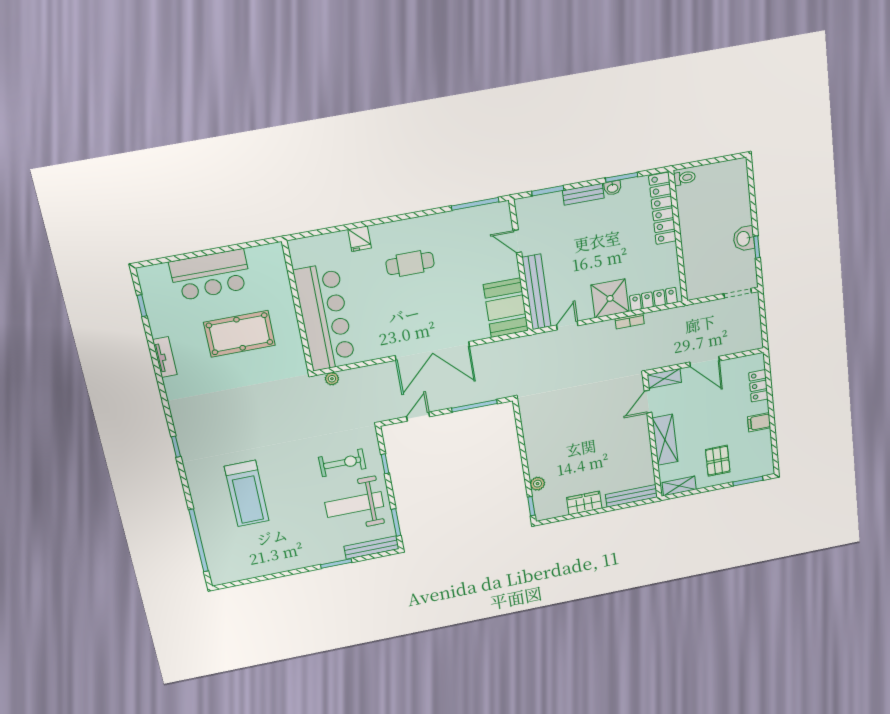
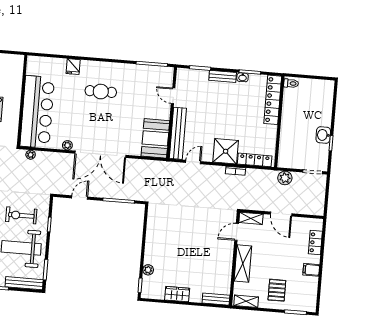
plant: (701, 312) -> (285, 178), added
plant: (382, 352) -> (67, 145), added
exercise bike: (342, 463) -> (21, 215), turned 180
bench: (631, 496) -> (216, 299), width x0.73

